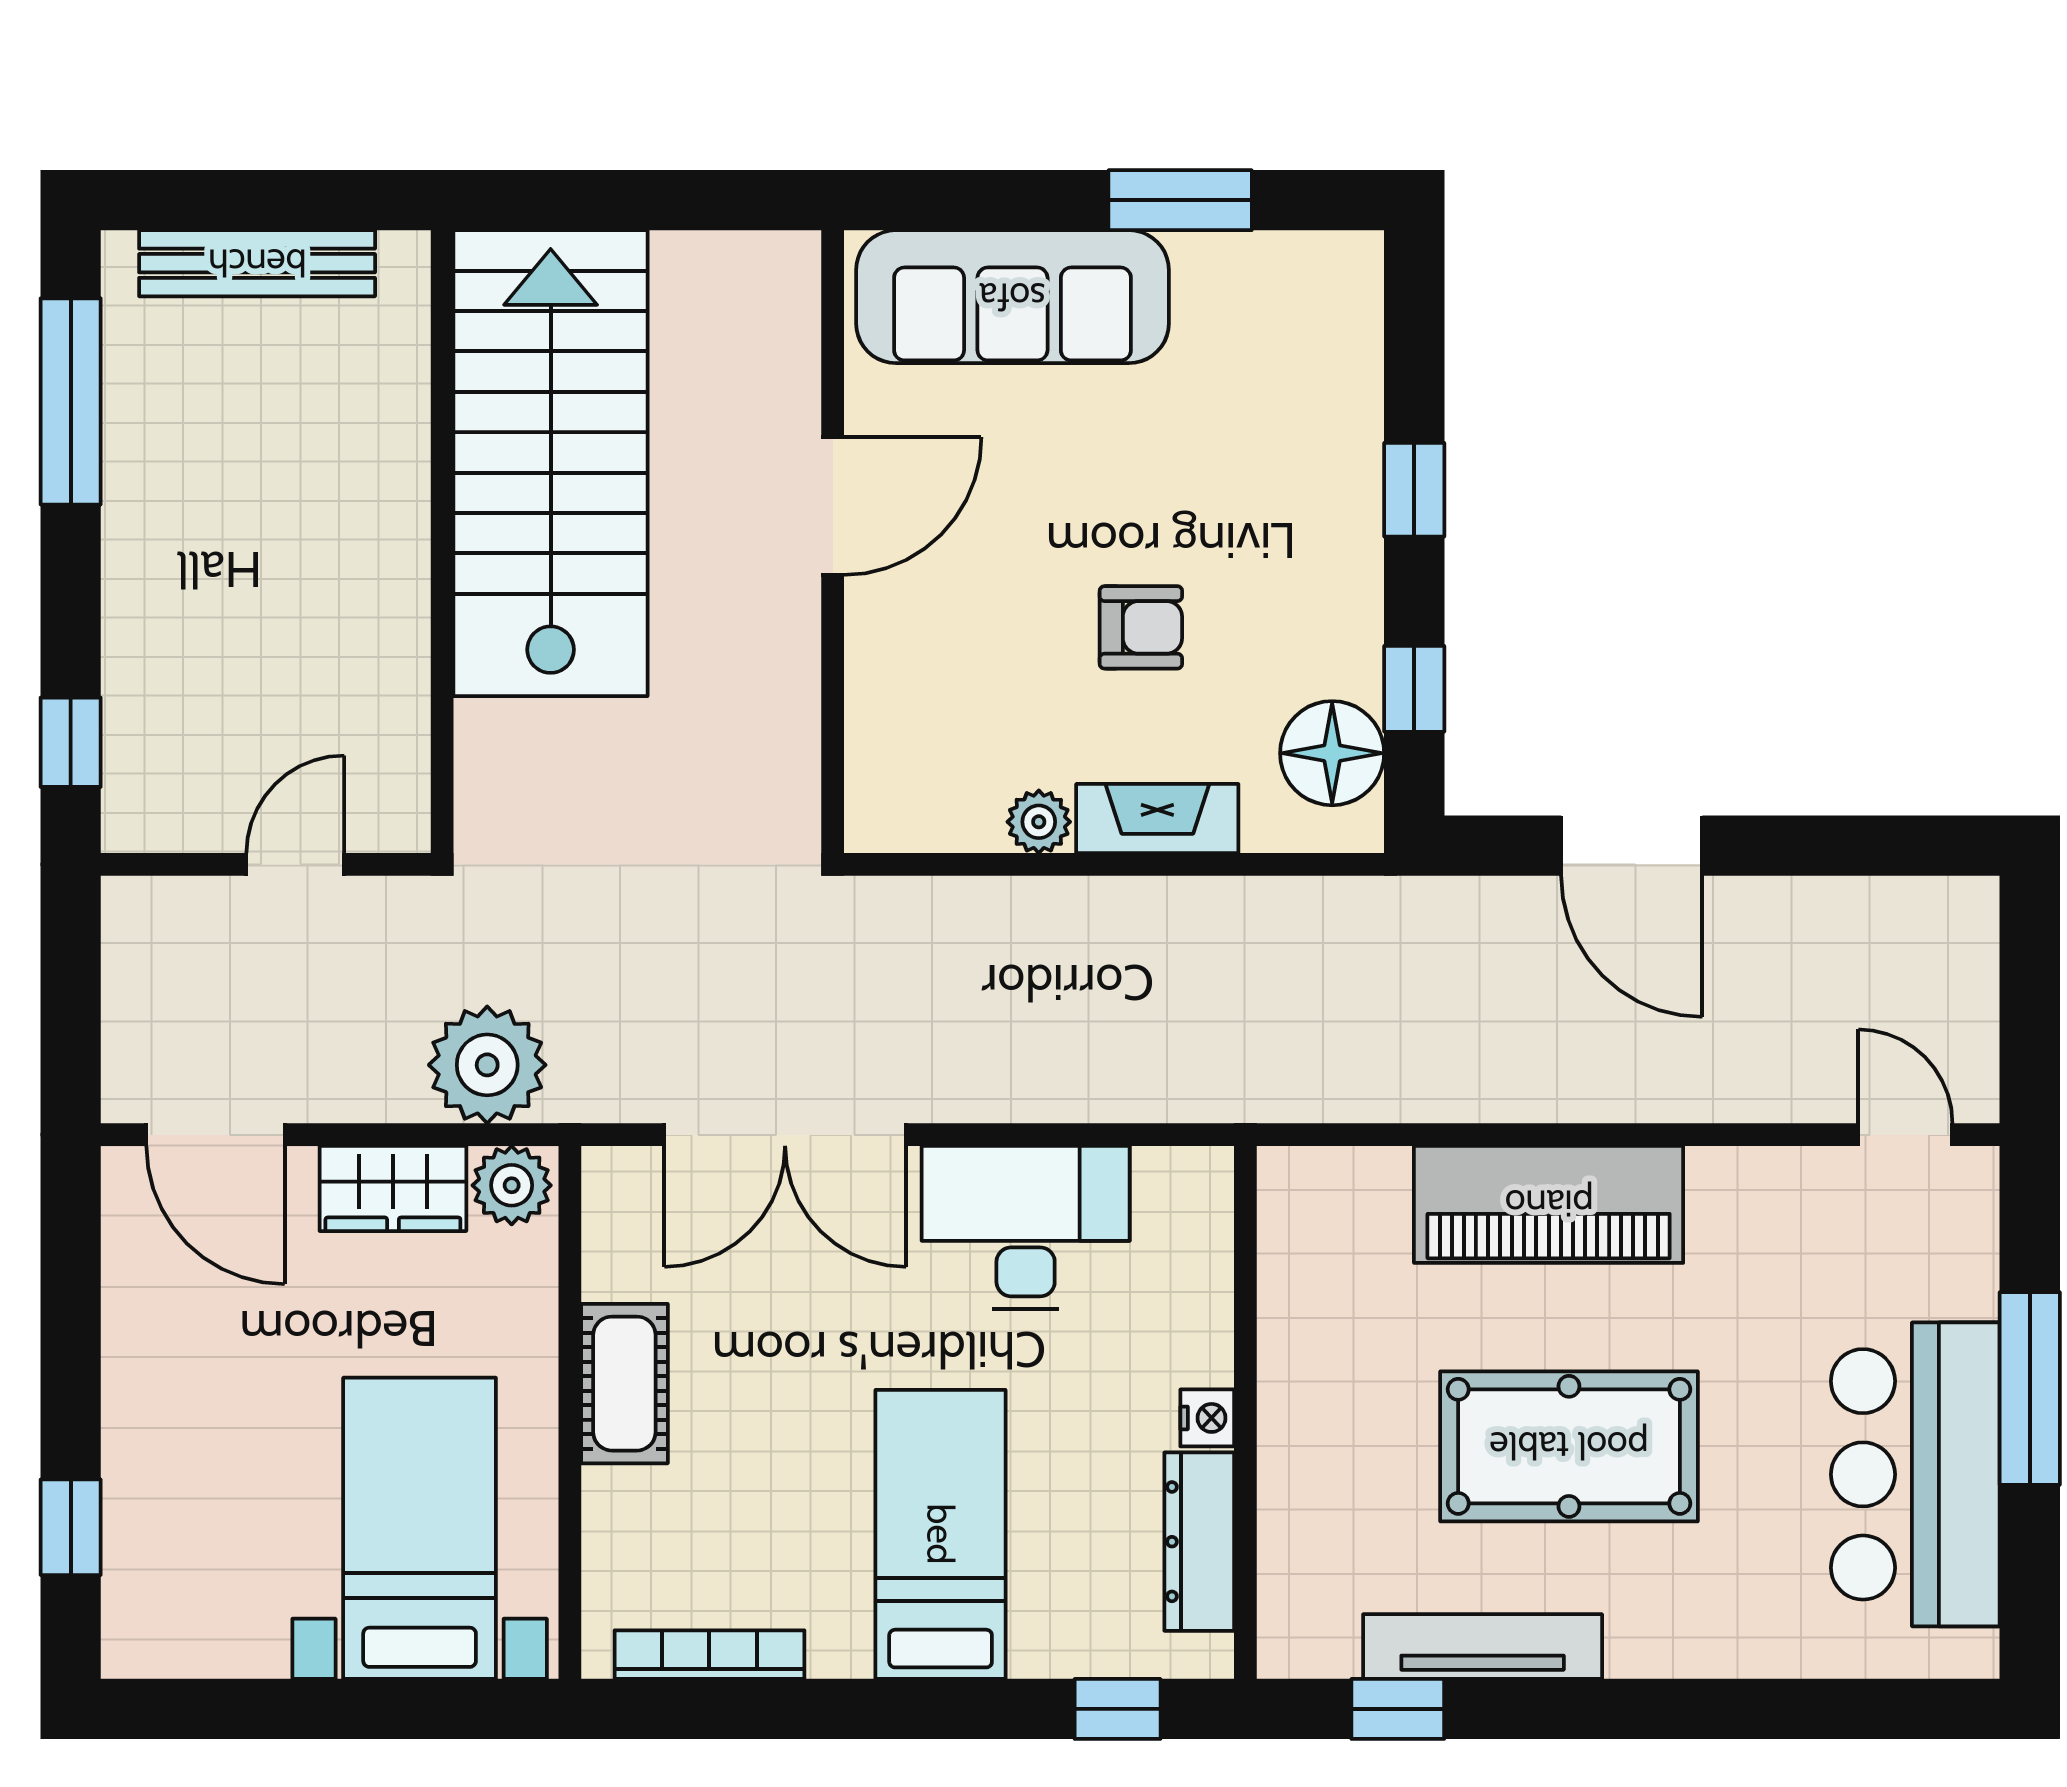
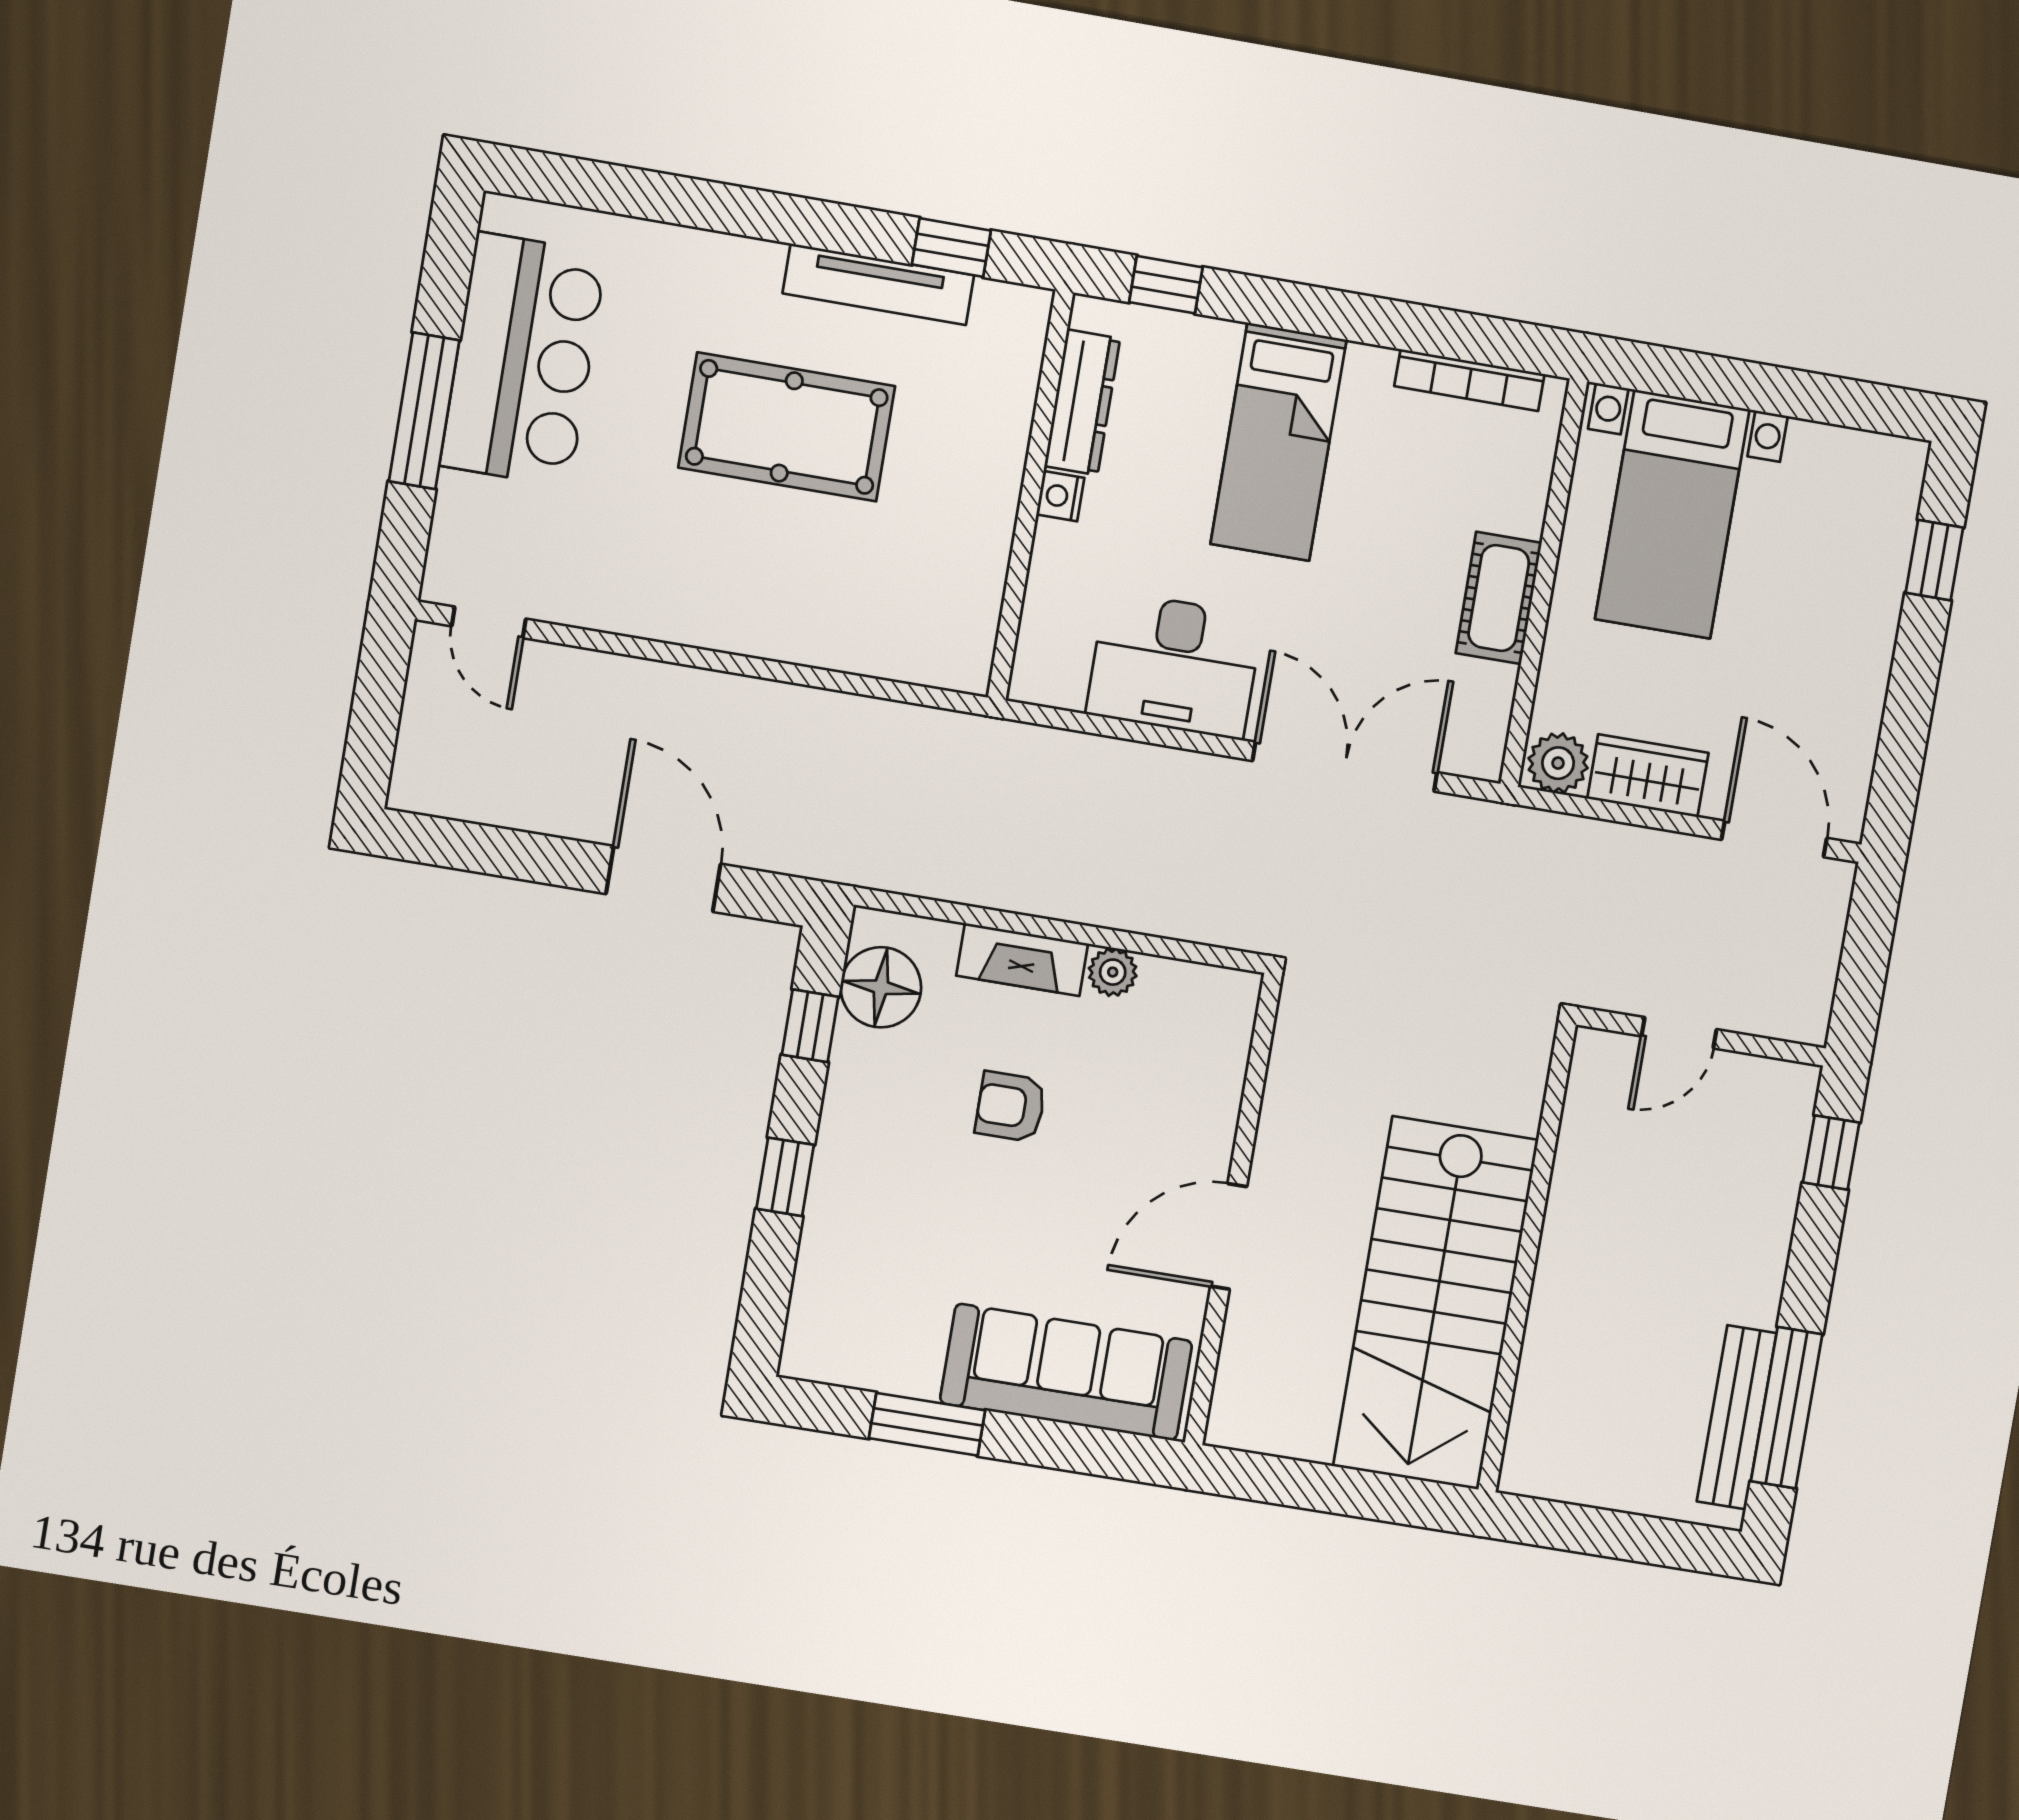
bench: (257, 263) -> (1737, 1417), moved, turned 90
plant: (487, 1065) -> (1561, 857), removed
piano: (1549, 1204) -> (772, 615), removed

